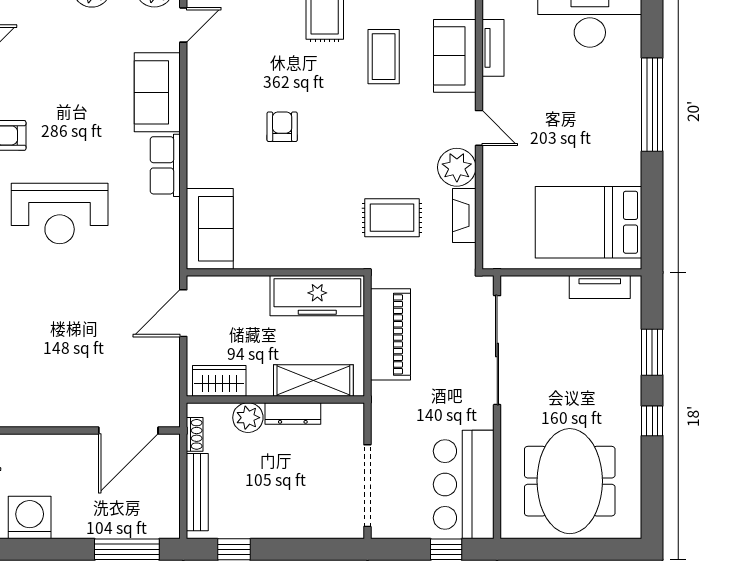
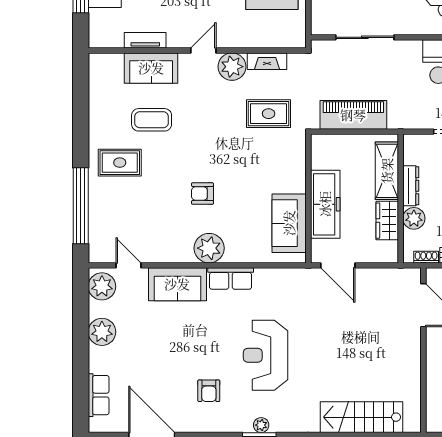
plant: (207, 136) -> (209, 248), added
reception desk: (60, 213) -> (266, 355), turned 180
rug: (392, 218) -> (269, 114), turned 90
sofa: (210, 229) -> (289, 223), moved, turned -90
freezer: (317, 296) -> (325, 204), moved
sliding door: (497, 350) -> (365, 37), width x0.73
wardrobe: (219, 381) -> (387, 221), moved

